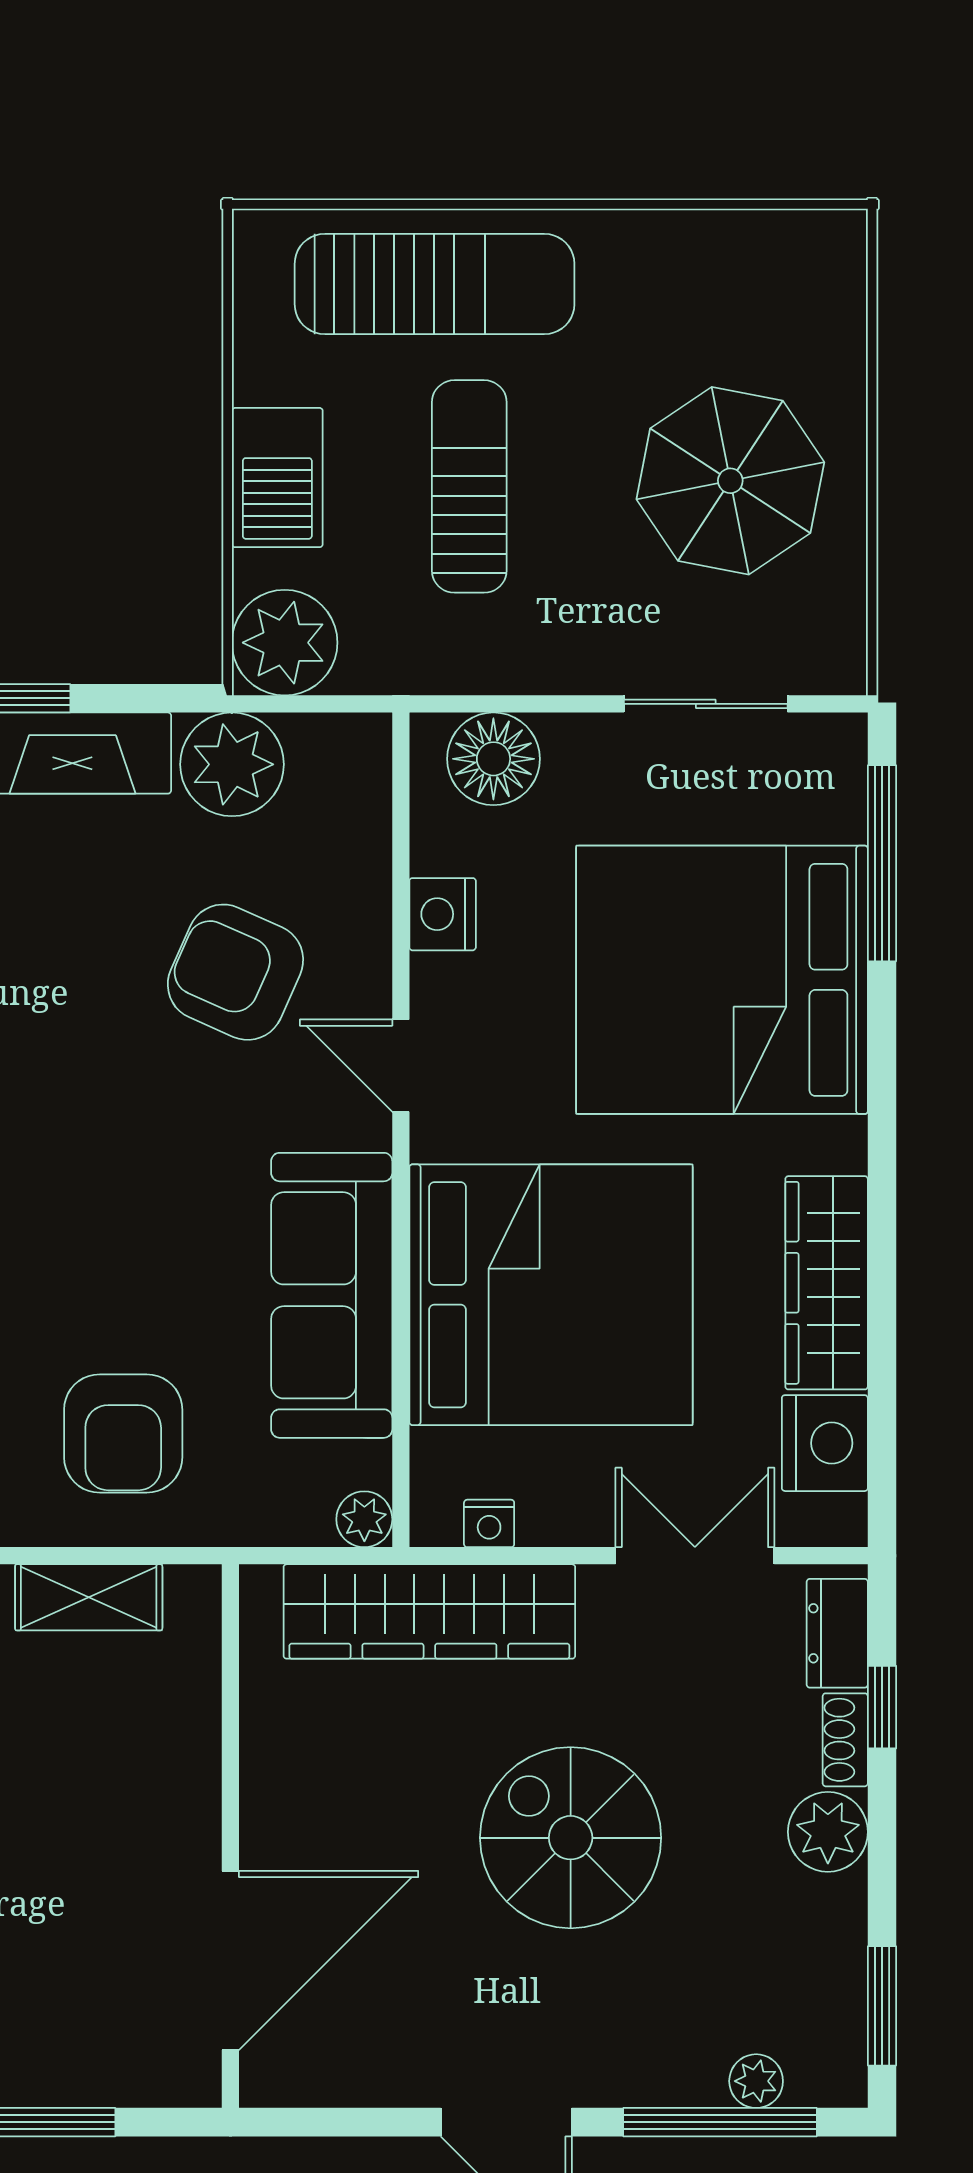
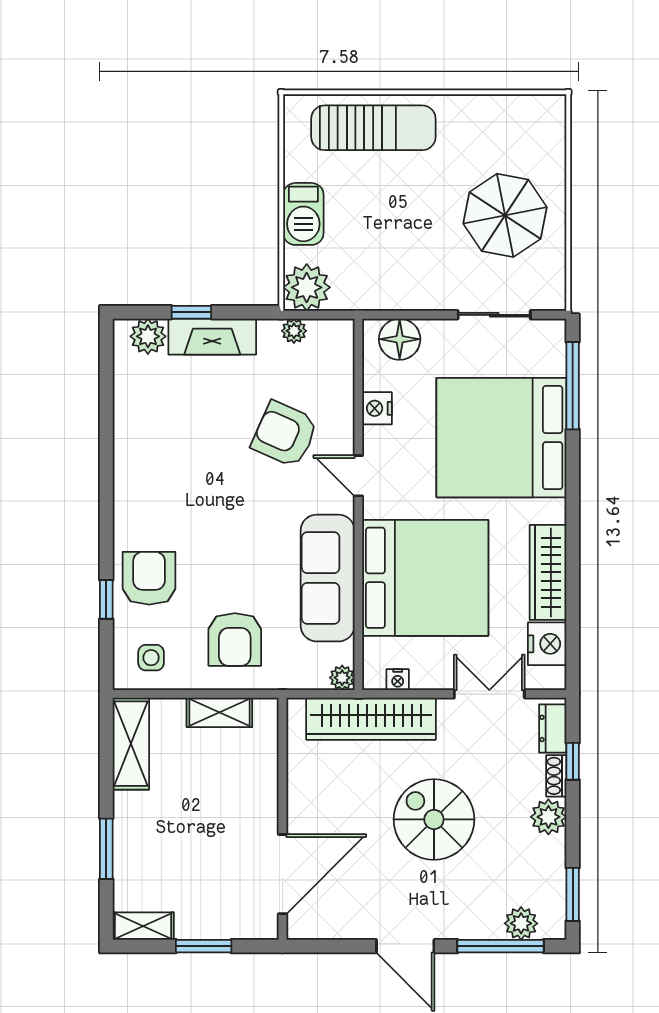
sun lounger: (469, 486) -> (389, 218), removed
plant: (232, 764) -> (294, 331), width x0.53, depth x0.53
plant: (756, 2081) -> (521, 923), width x1.38, depth x1.38

